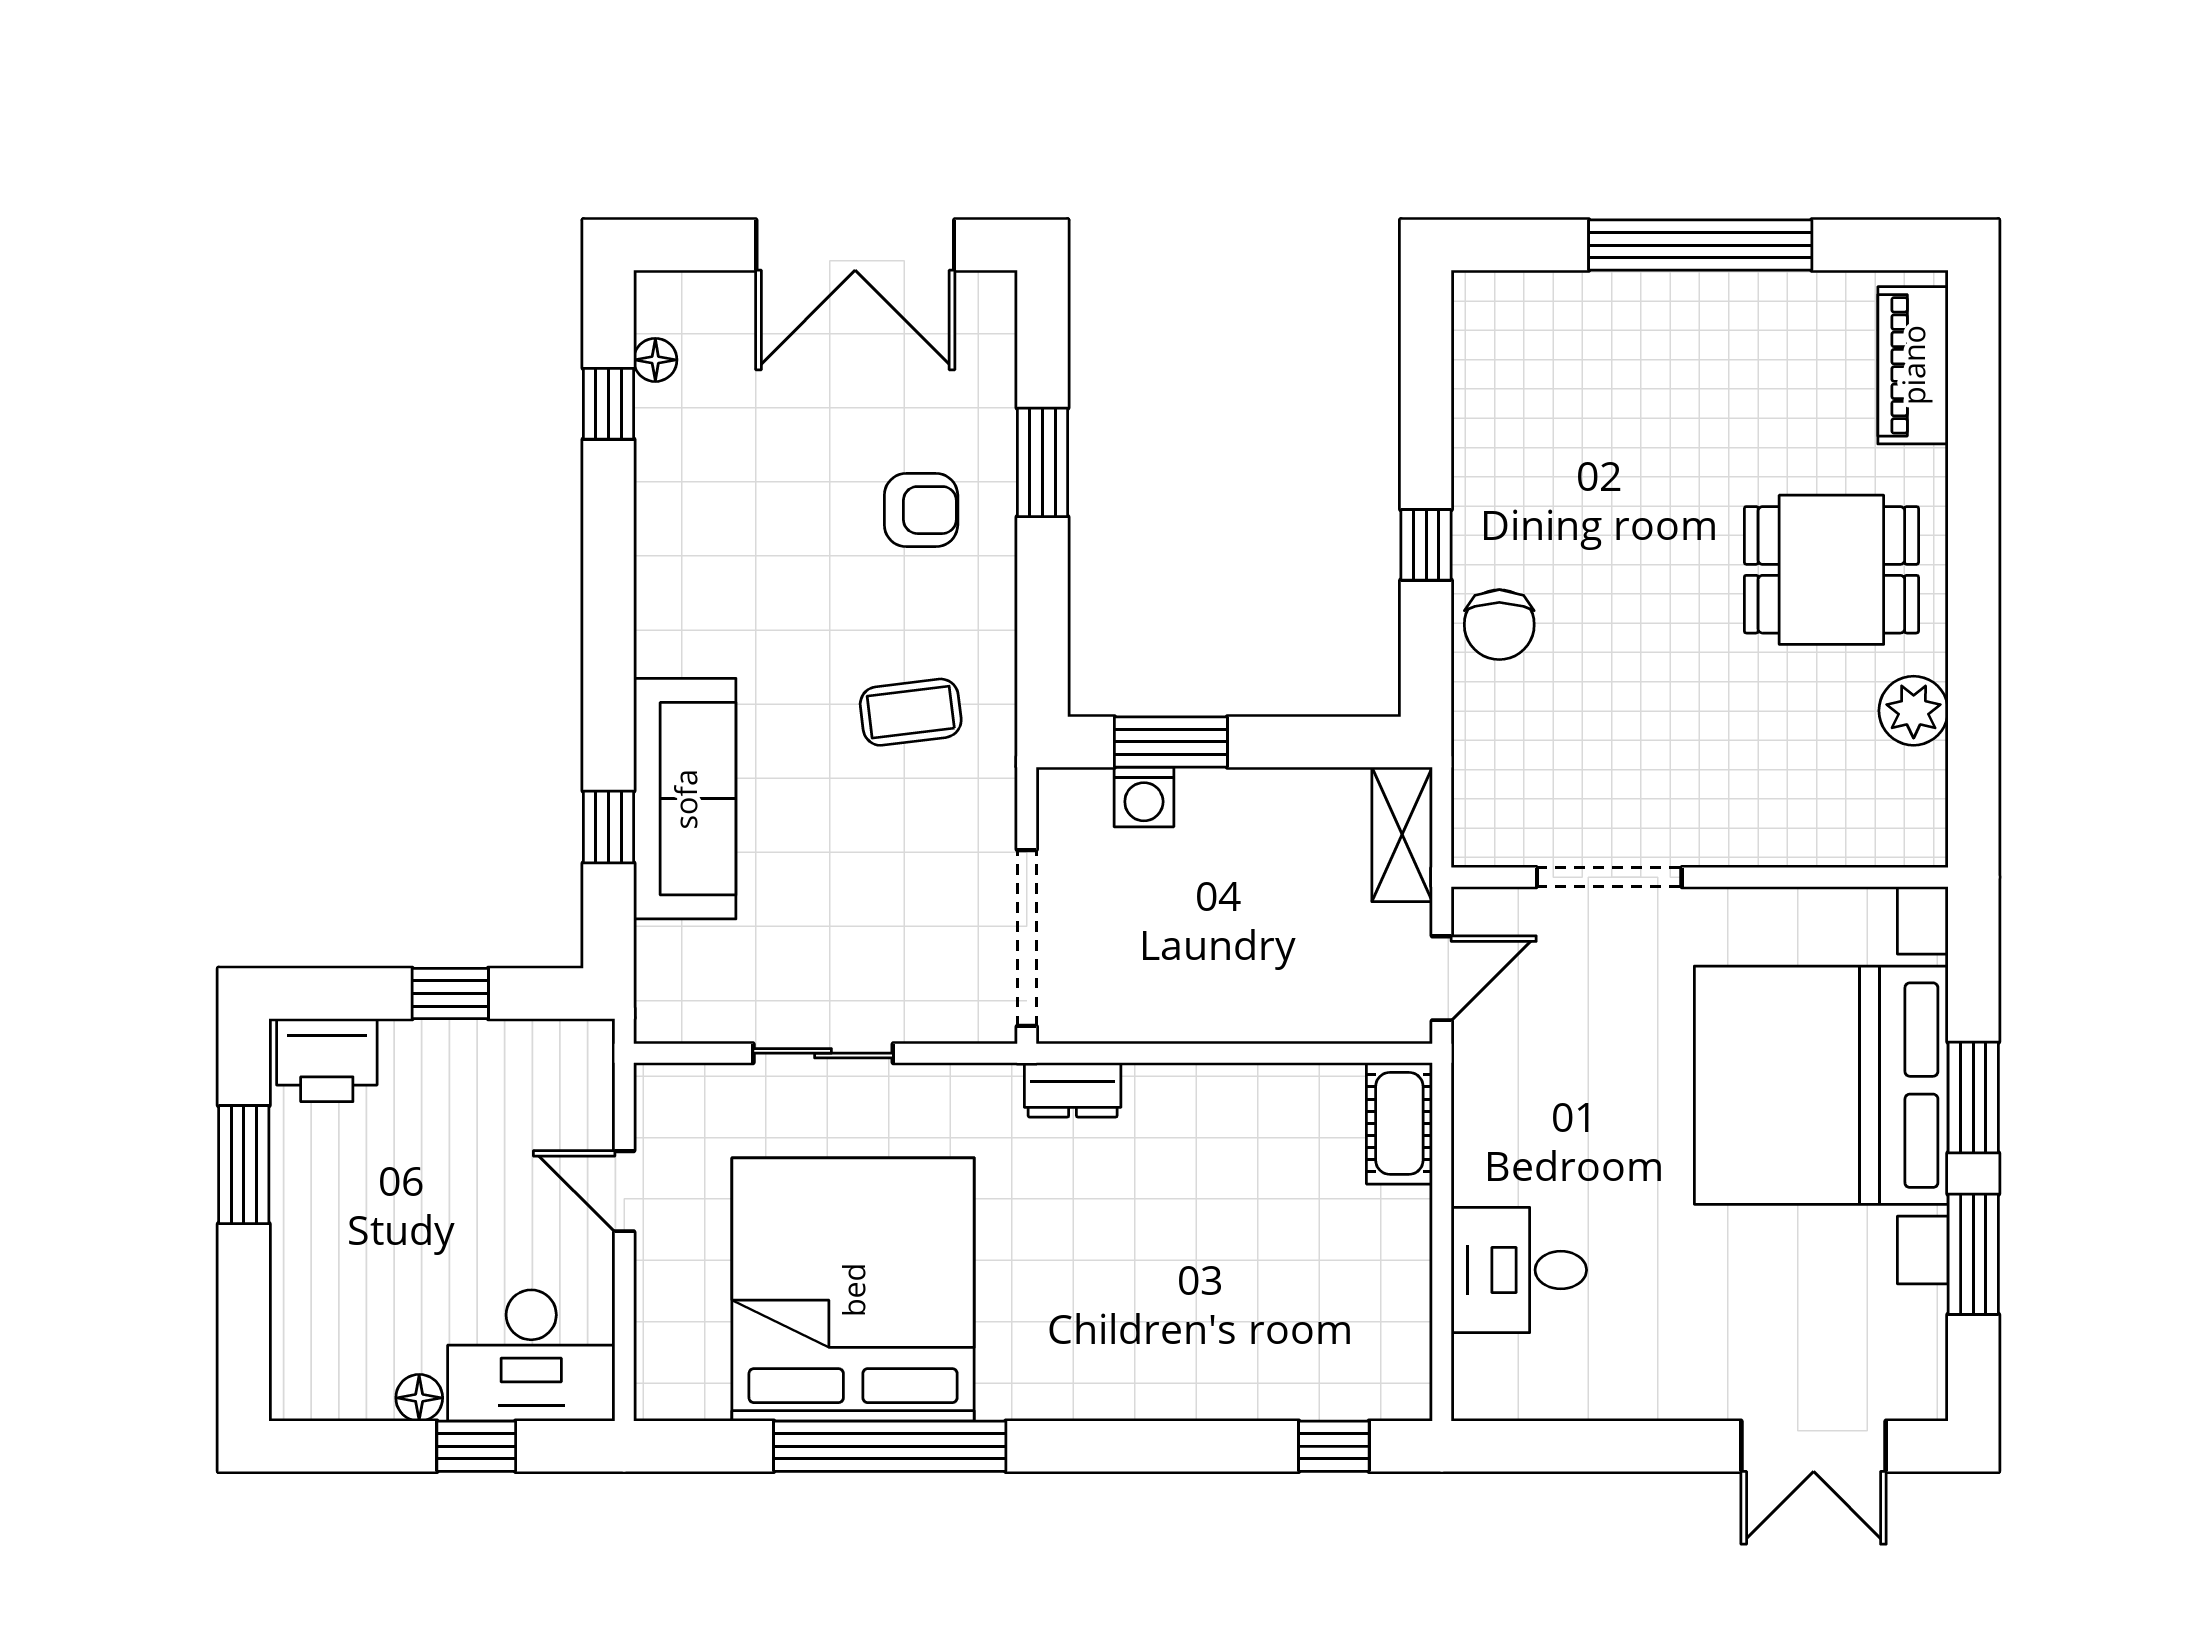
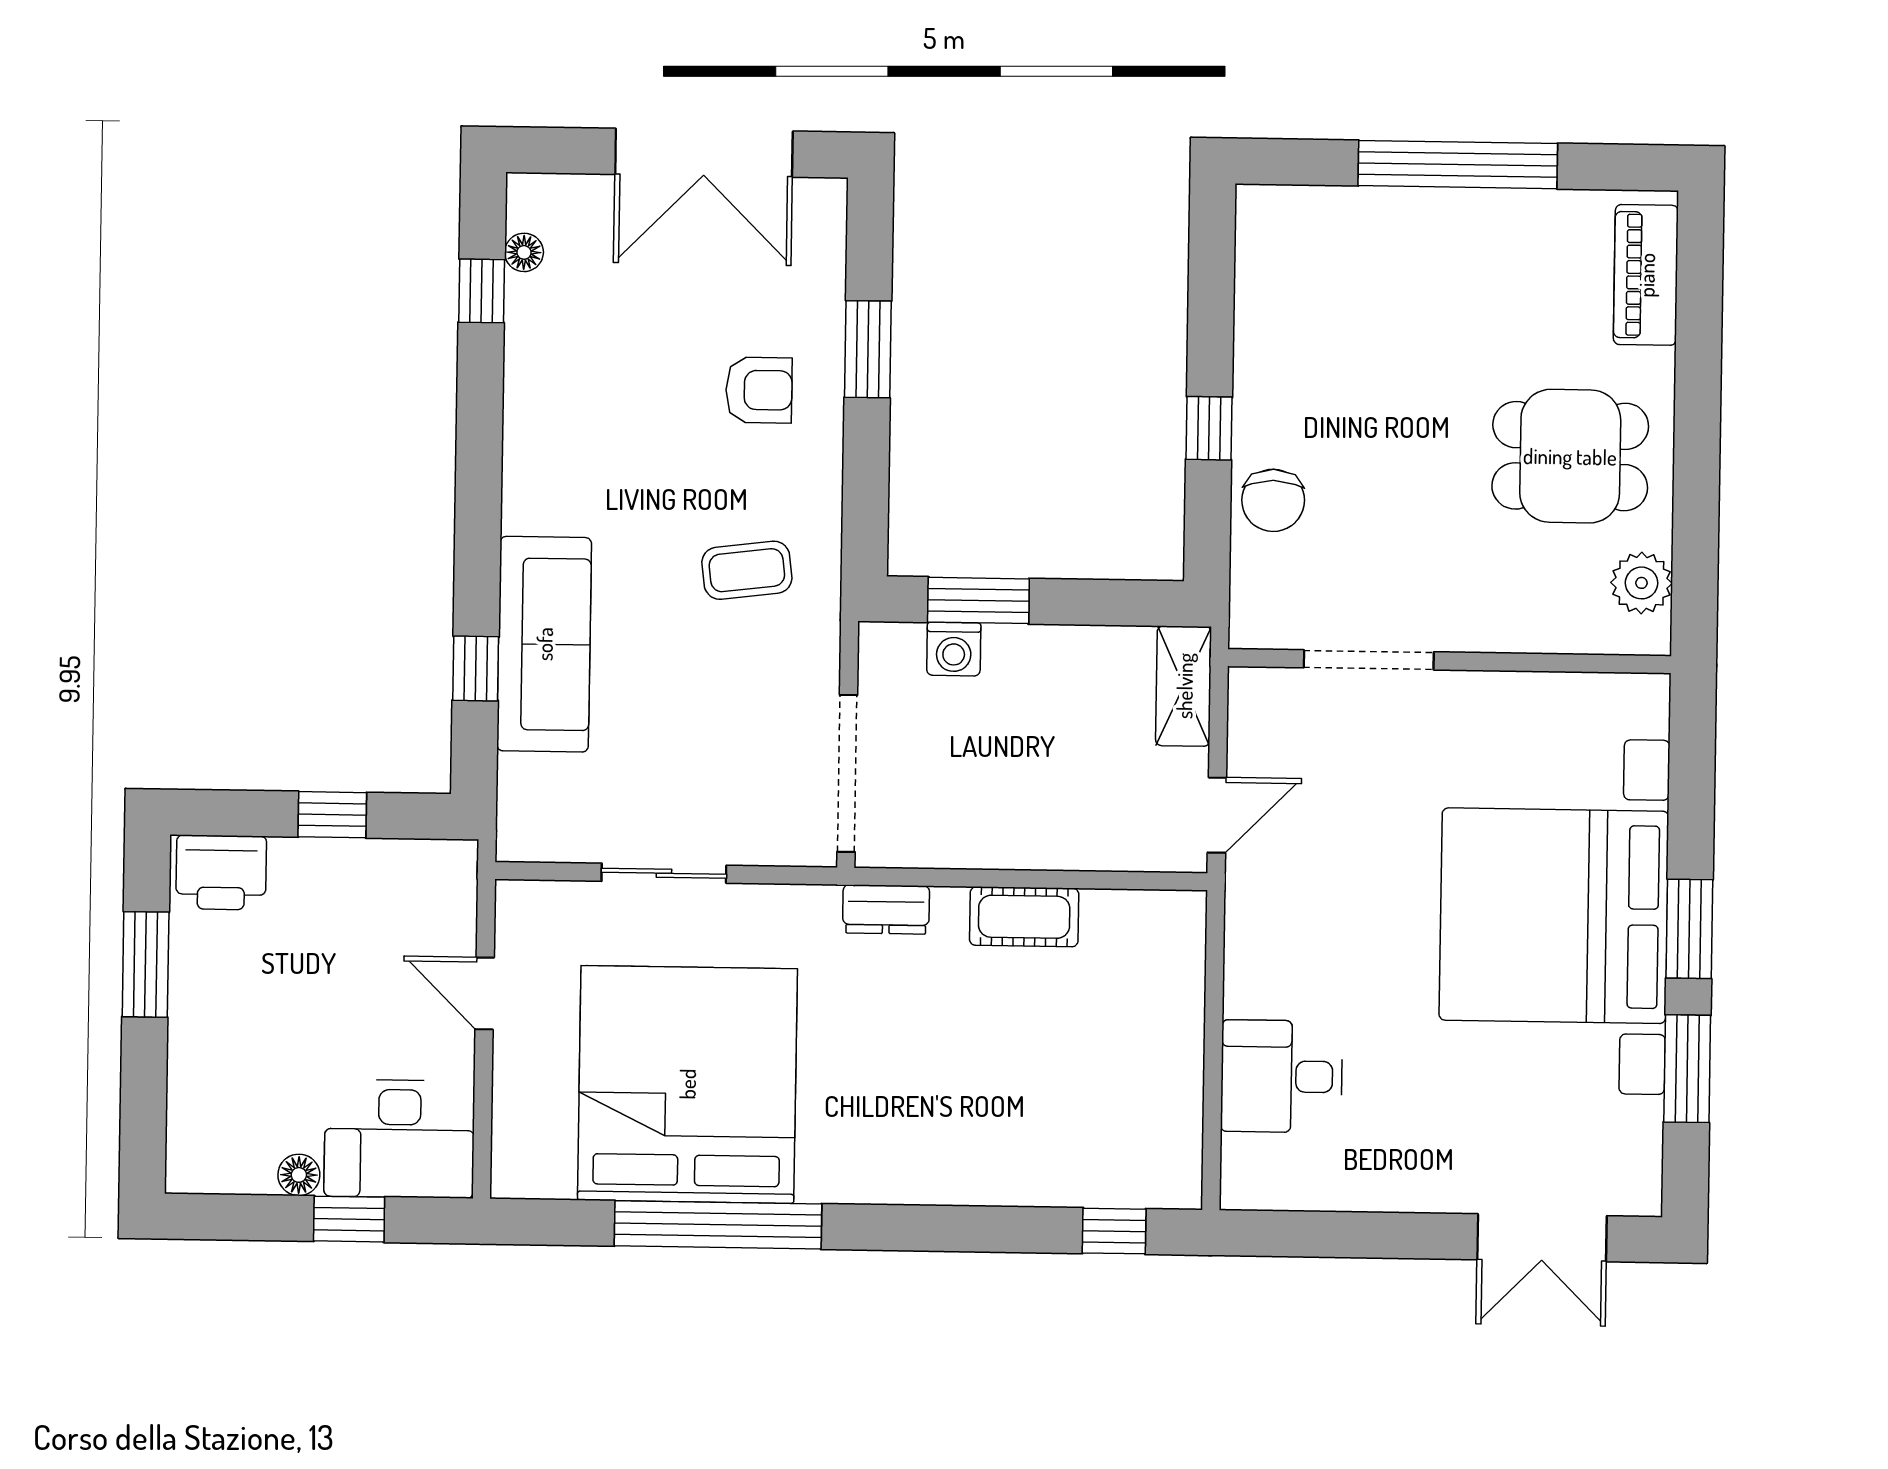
doorway: (1609, 877) -> (1369, 660), moved
wall: (1700, 877) -> (1449, 661), moved
cot: (1399, 1123) -> (1024, 917), moved, turned 90

